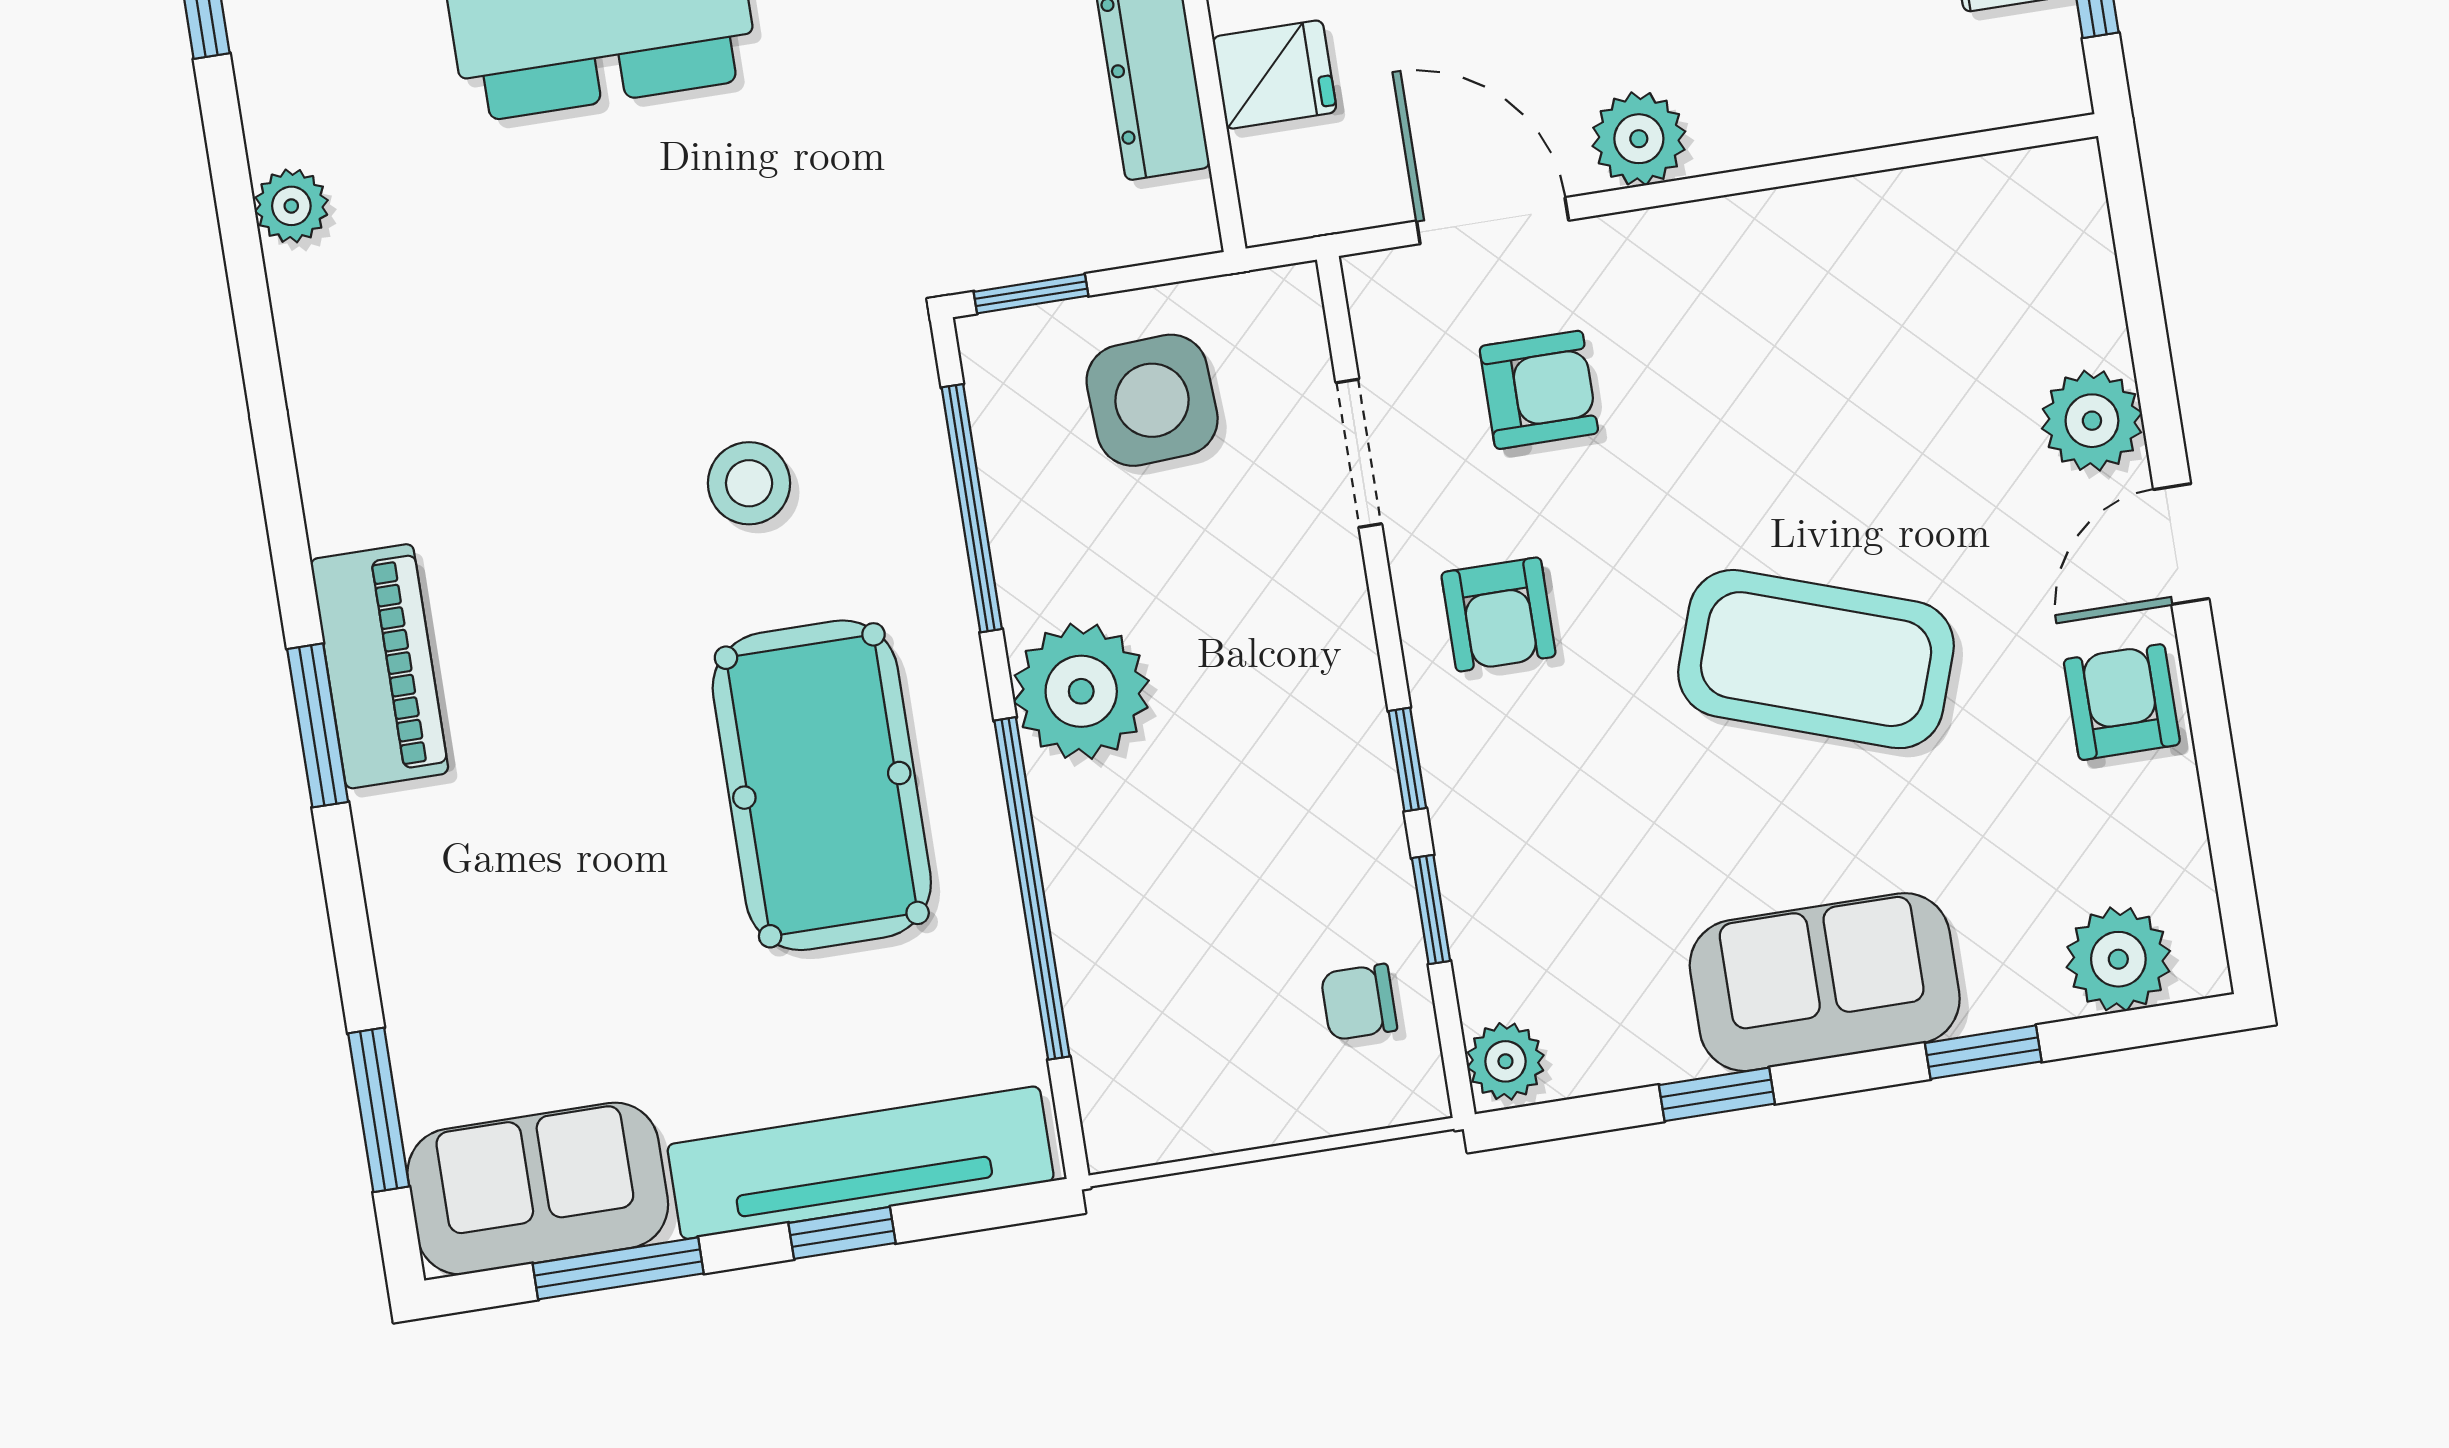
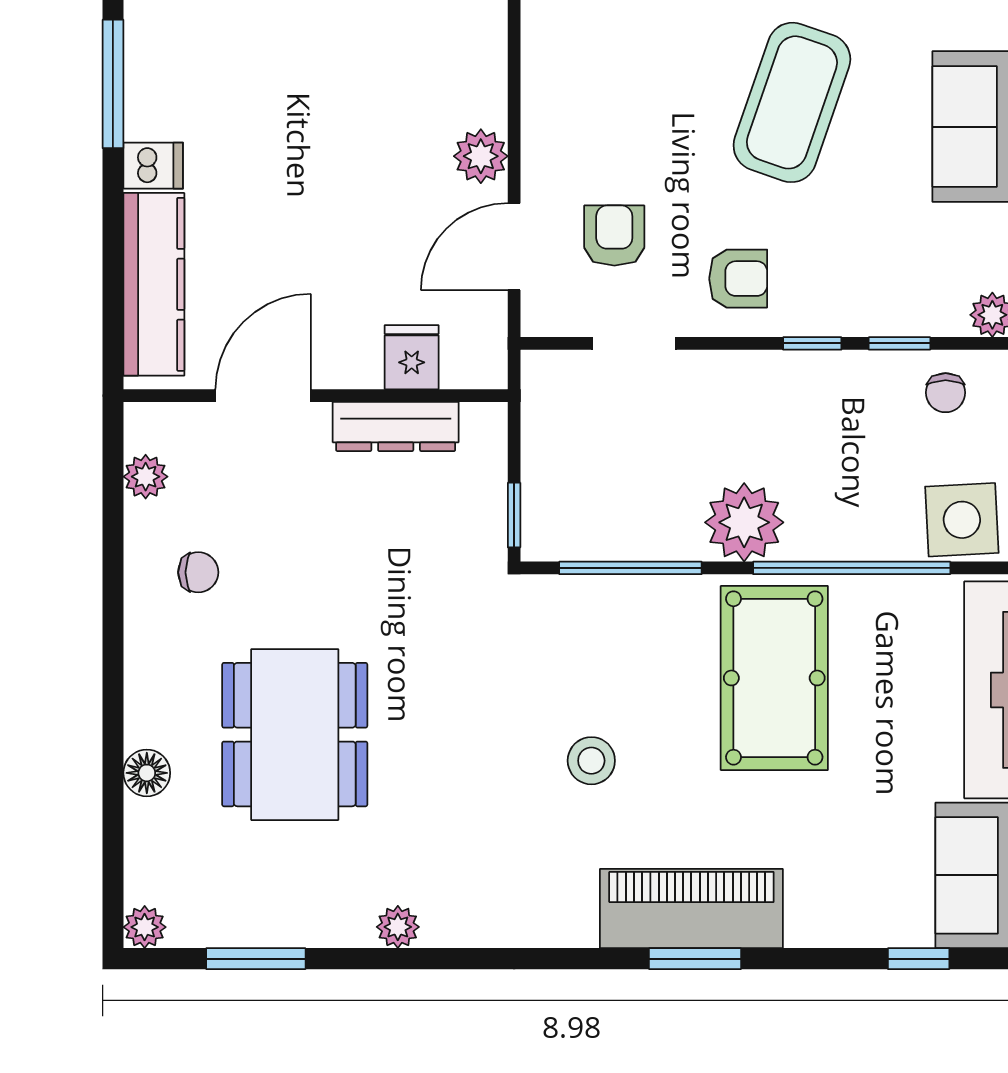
side table: (1152, 400) -> (962, 520), moved
stool: (749, 483) -> (591, 761), moved
piano: (380, 666) -> (691, 908), width x1.37, depth x1.33
pool table: (822, 785) -> (774, 678), turned 90
window: (379, 1110) -> (919, 959), width x0.67

